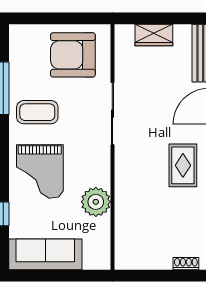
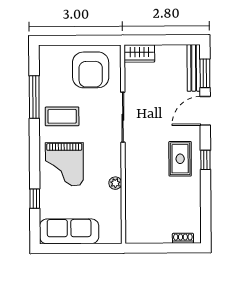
wardrobe: (154, 35) -> (139, 53), moved
armchair: (73, 55) -> (91, 70), turned -90
plant: (96, 202) -> (115, 183), width x0.53, depth x0.53

